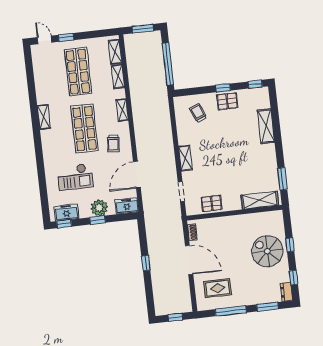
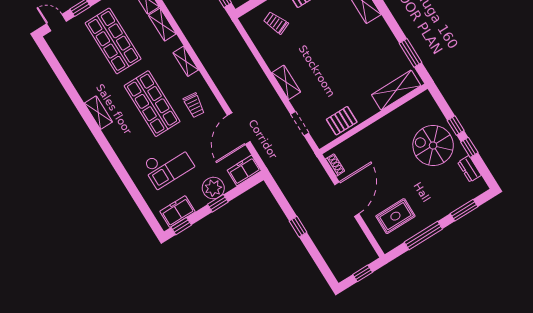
door: (189, 260) -> (347, 199), hinge flipped
window: (294, 278) -> (469, 147), moved
dresser: (286, 292) -> (469, 169), moved

